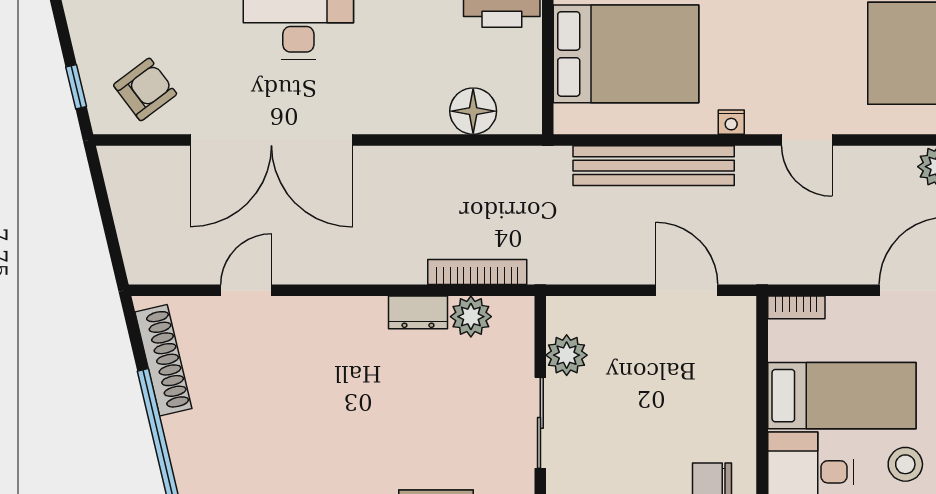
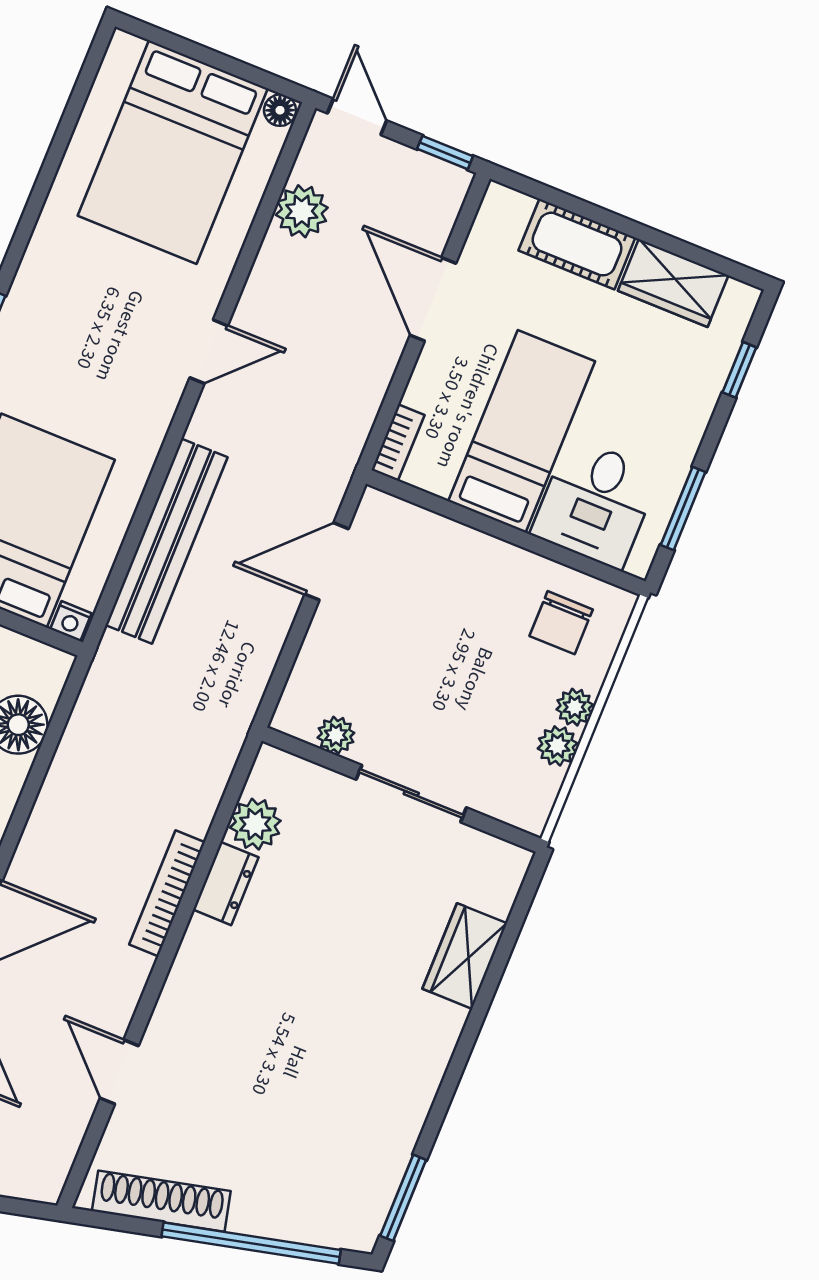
nightstand: (731, 122) -> (71, 621), moved, turned 90
bookcase: (477, 272) -> (167, 893), moved
plant: (567, 355) -> (336, 735), width x0.73, depth x0.73
stool: (905, 464) -> (631, 390), removed

